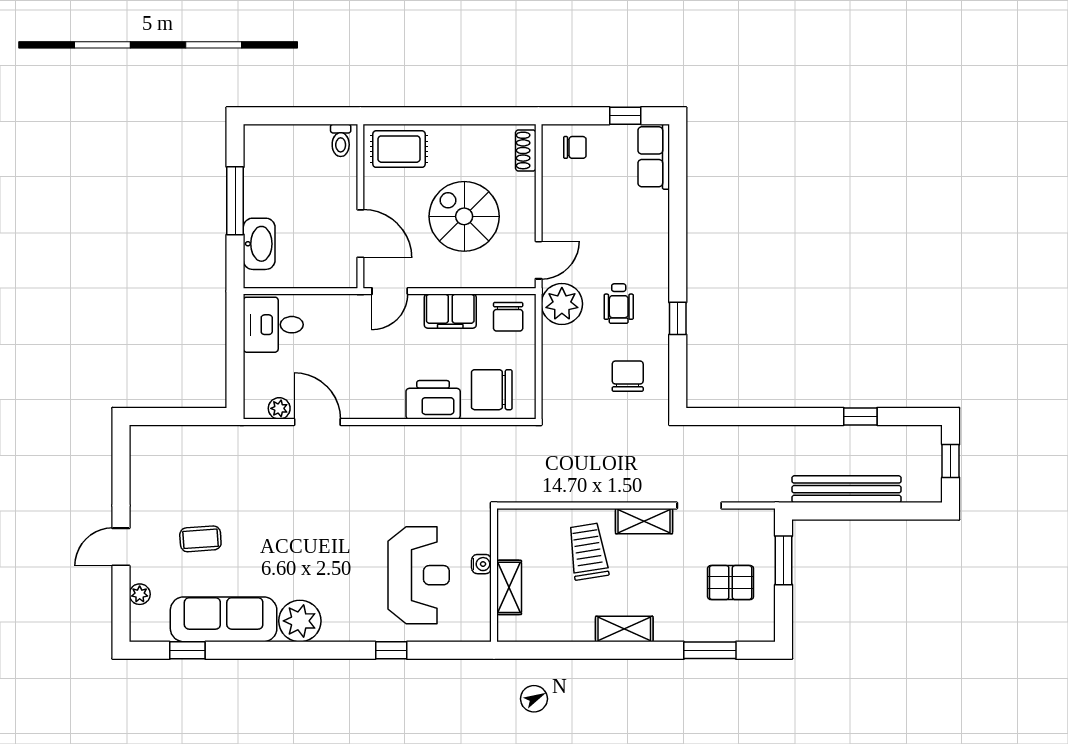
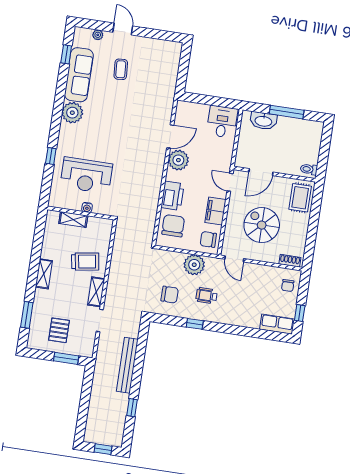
spiral stairs: (464, 216) -> (262, 225), turned -90
plant: (562, 304) -> (194, 265), moved
plant: (279, 408) -> (178, 160), moved, width x1.87, depth x1.87
bench: (847, 489) -> (127, 365), moved

